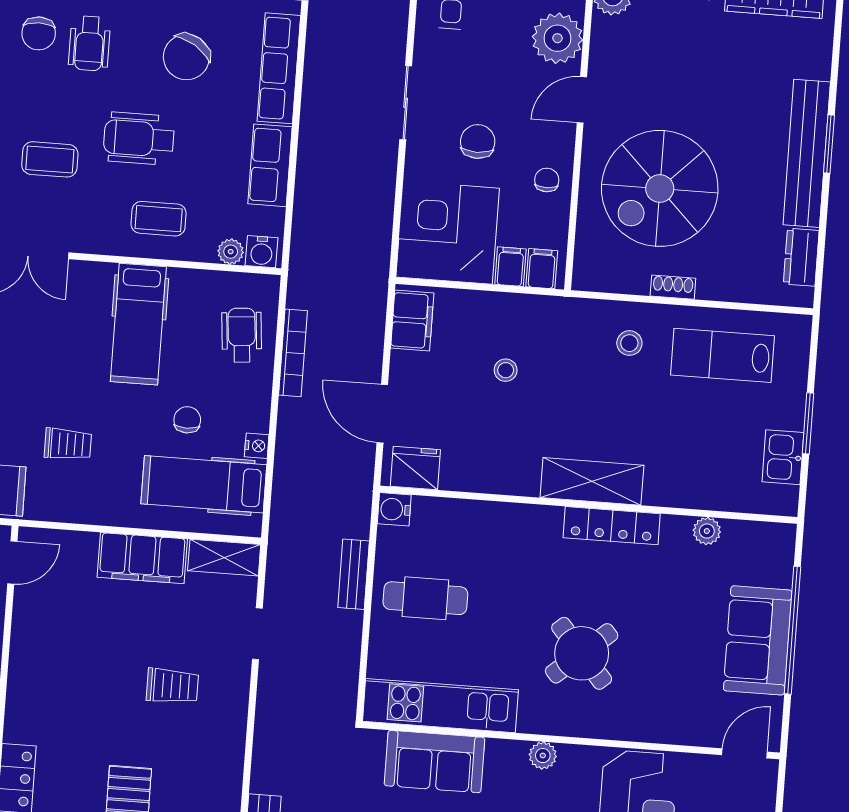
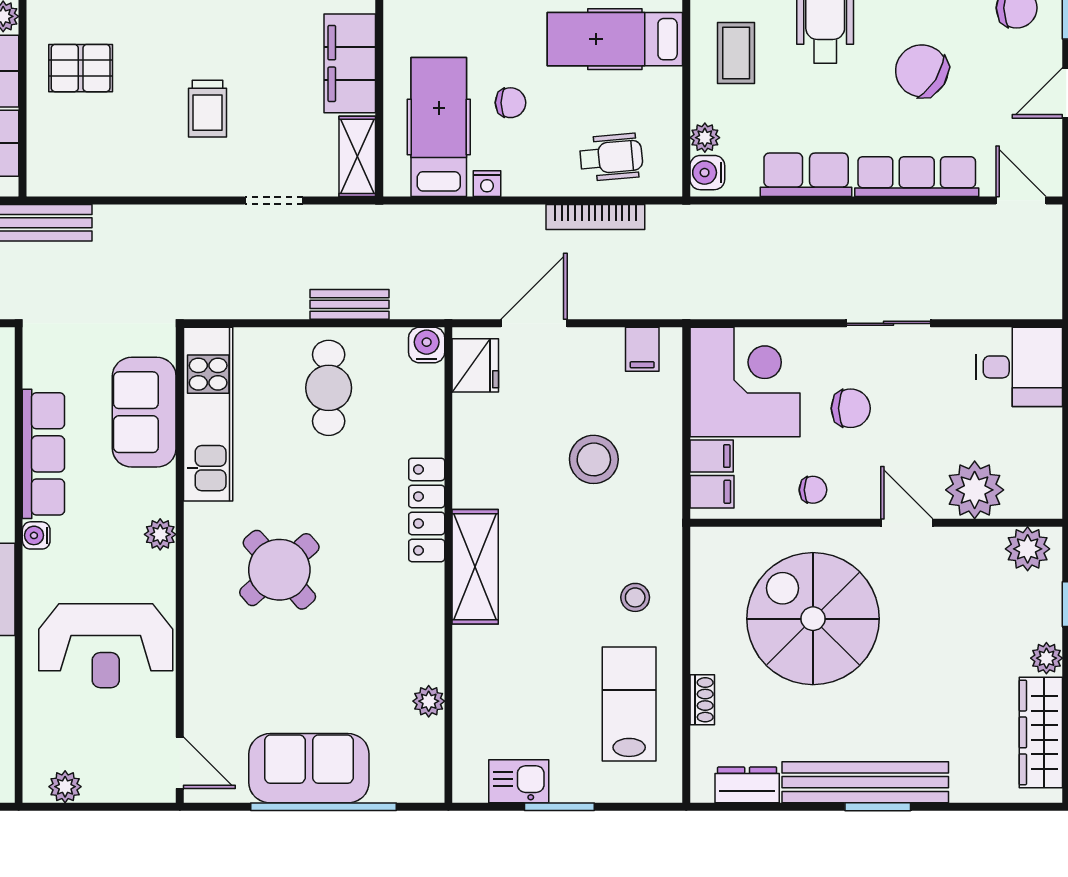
shoe rack: (673, 287) -> (702, 700), moved
filing cabinet: (412, 321) -> (642, 349), width x0.50
stool: (506, 370) -> (594, 459), width x1.89, depth x1.89
locker: (612, 526) -> (427, 510), moved

